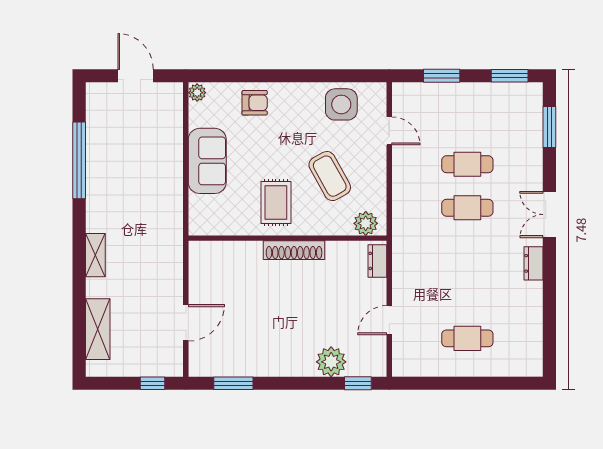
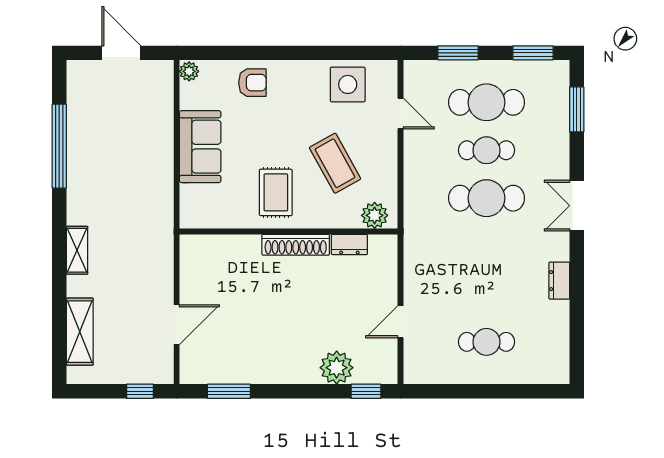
cafe table: (467, 121) -> (487, 102), added
cafe table: (467, 208) -> (487, 198), width x1.37, depth x1.35
dresser: (377, 261) -> (349, 245), moved, turned -90
dresser: (534, 263) -> (559, 281), moved

